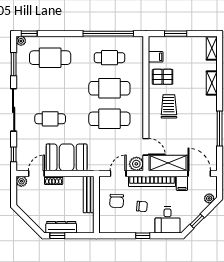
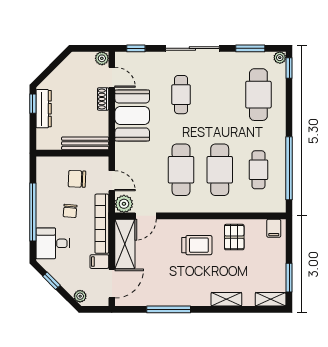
window: (176, 34) -> (289, 278), moved
filing cabinet: (156, 57) -> (274, 228), moved
window: (143, 236) -> (33, 212), width x3.17

